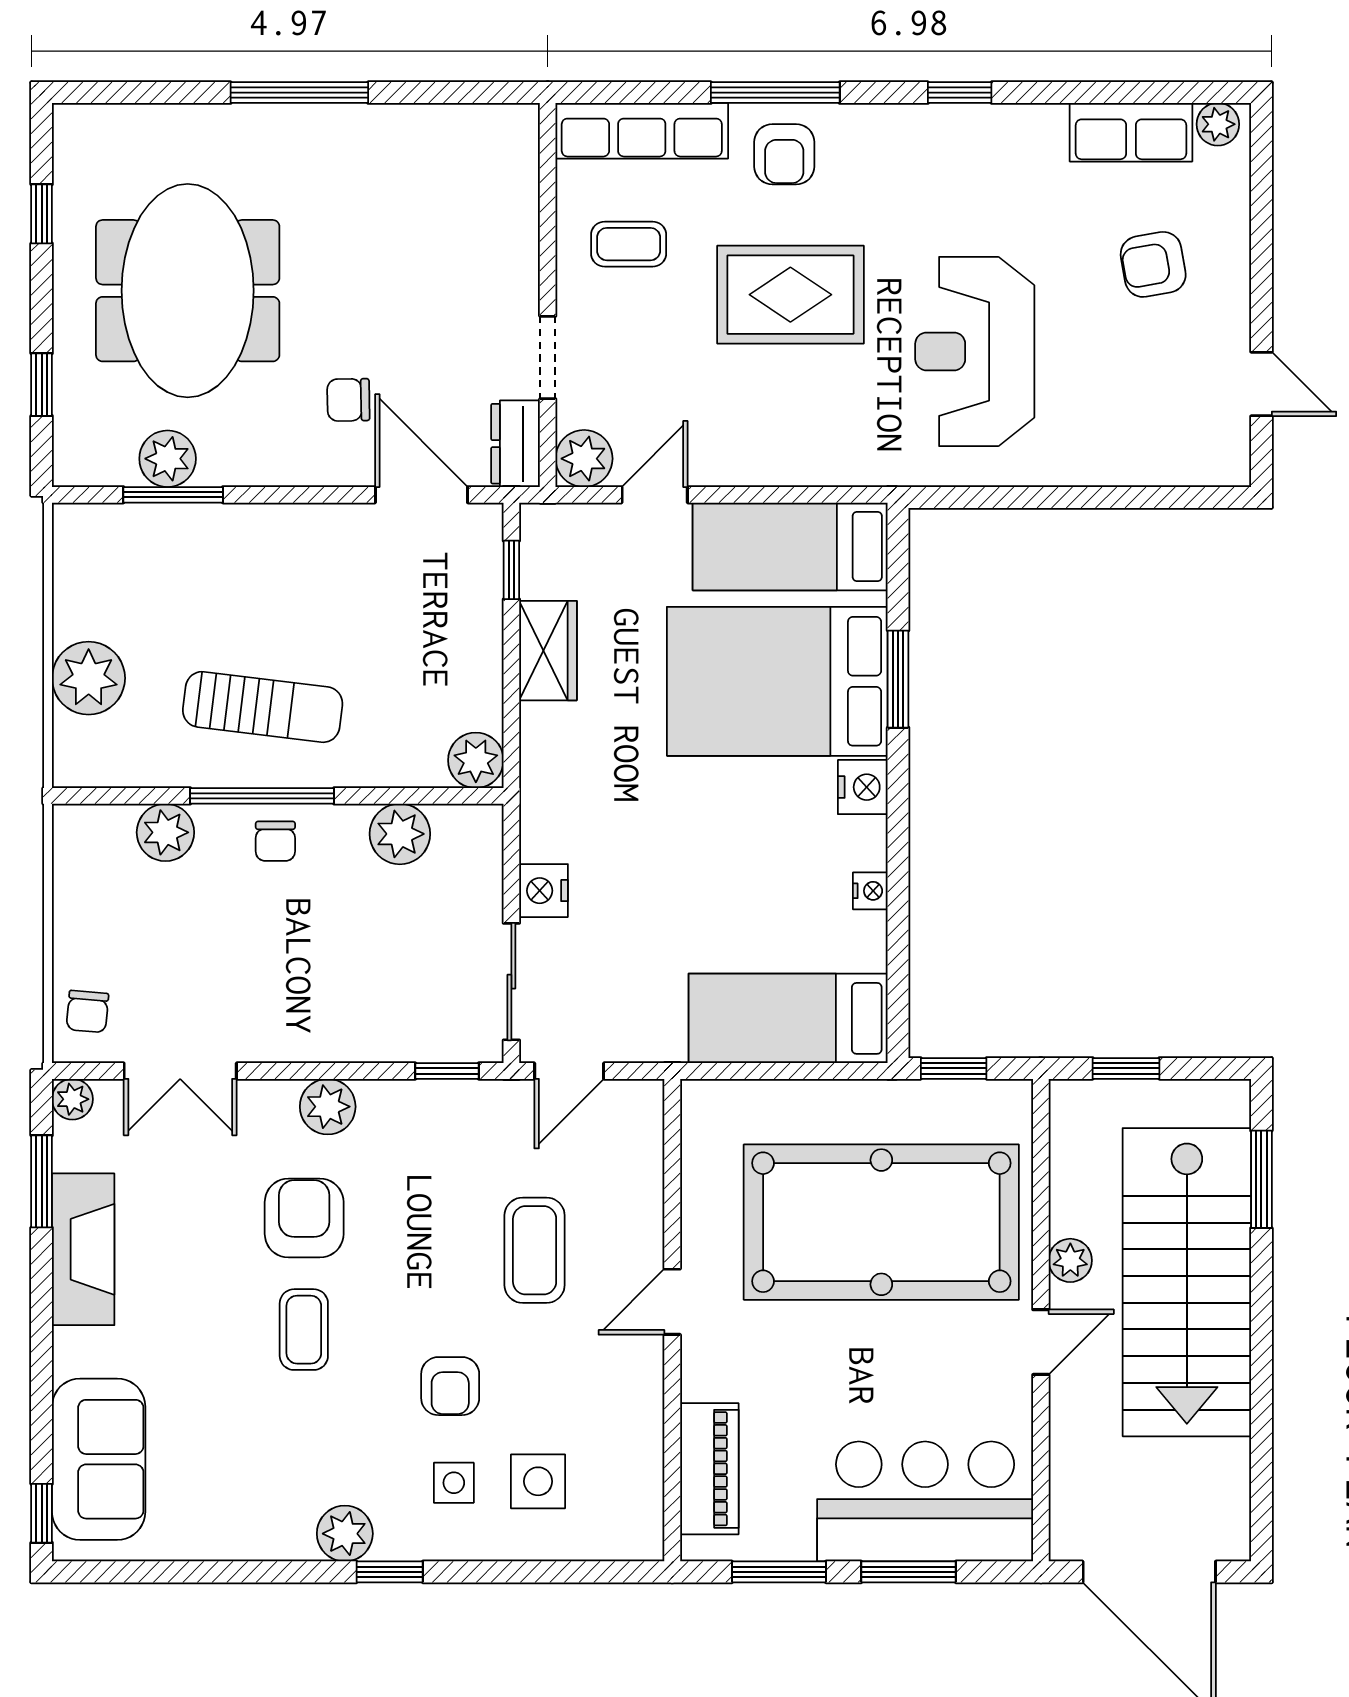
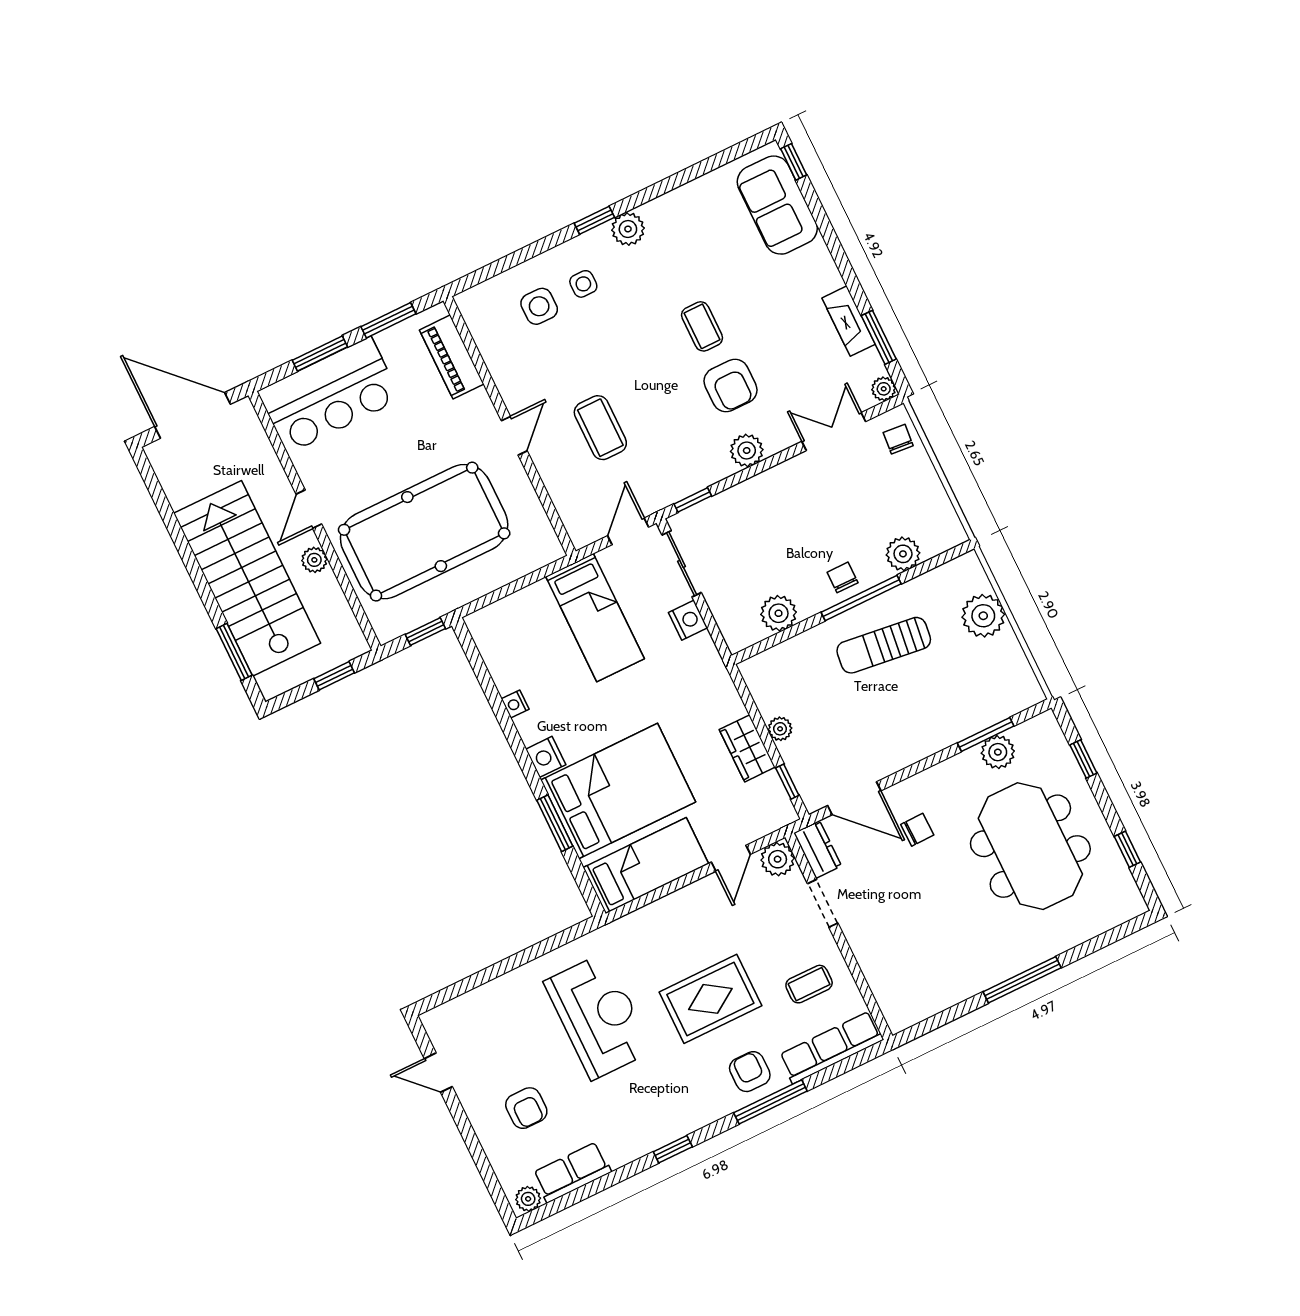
armchair: (1153, 264) -> (526, 1108), turned 100
plant: (476, 760) -> (780, 729), moved, width x0.73, depth x0.73
bed: (788, 1018) -> (595, 618), moved, turned 90
fireplace: (83, 1249) -> (849, 321), width x0.73, depth x0.76
armchair: (450, 1386) -> (610, 334), removed

